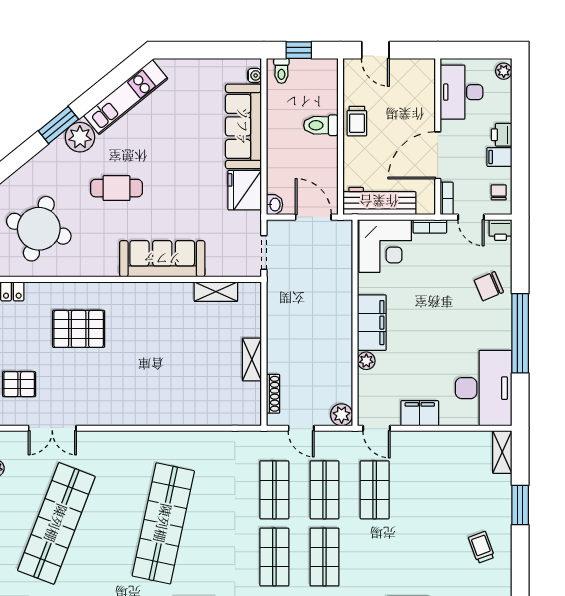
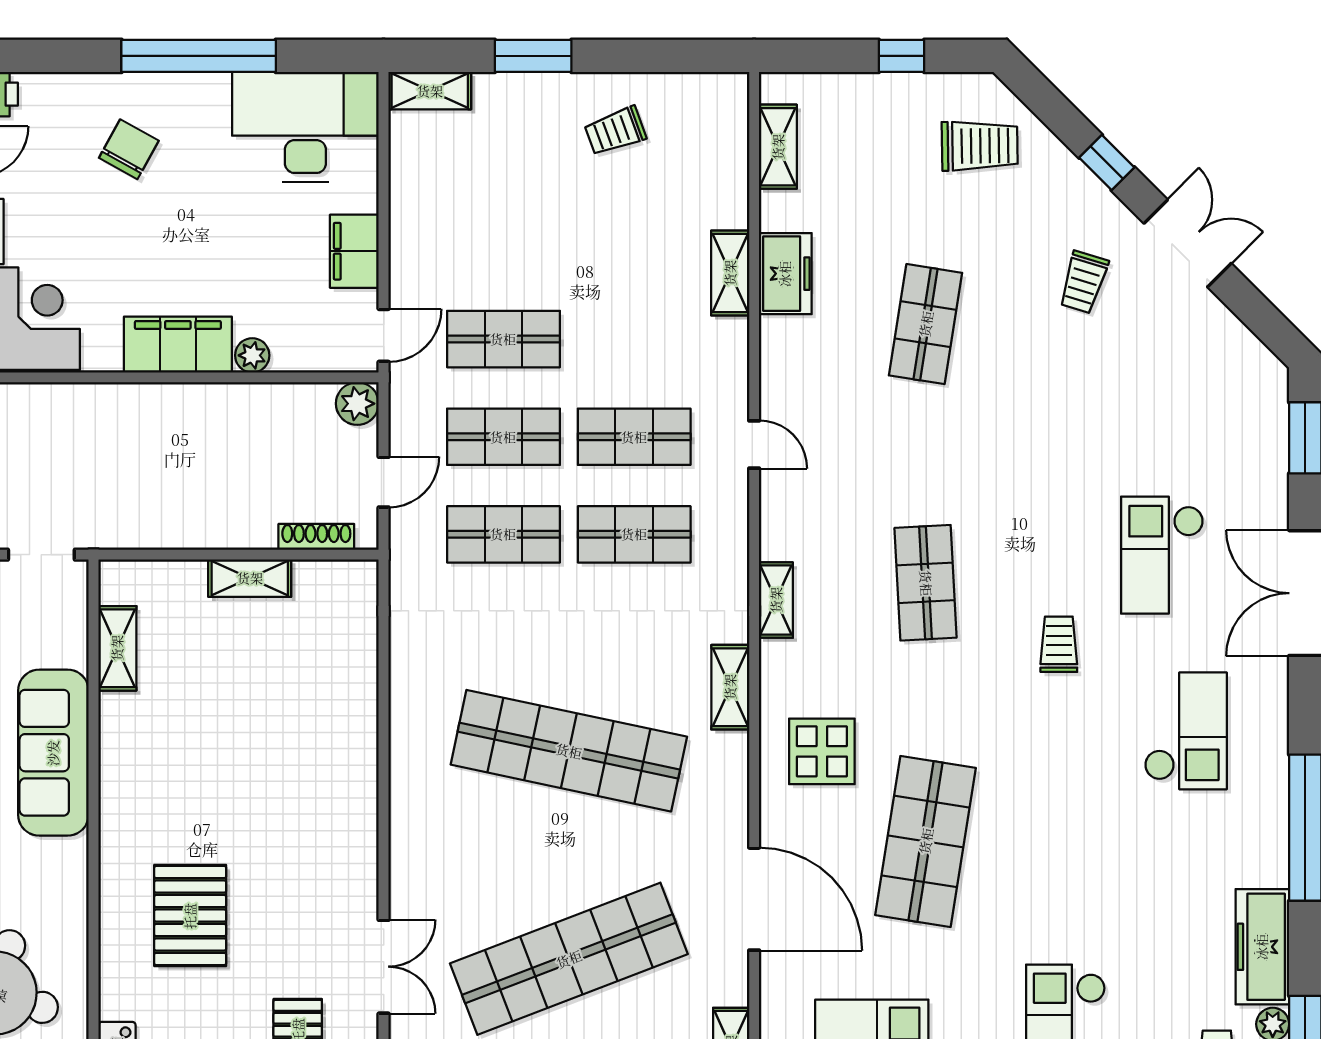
chair: (489, 286) -> (129, 149), moved, turned -128
shop shelf: (56, 523) -> (569, 959), turned -42

